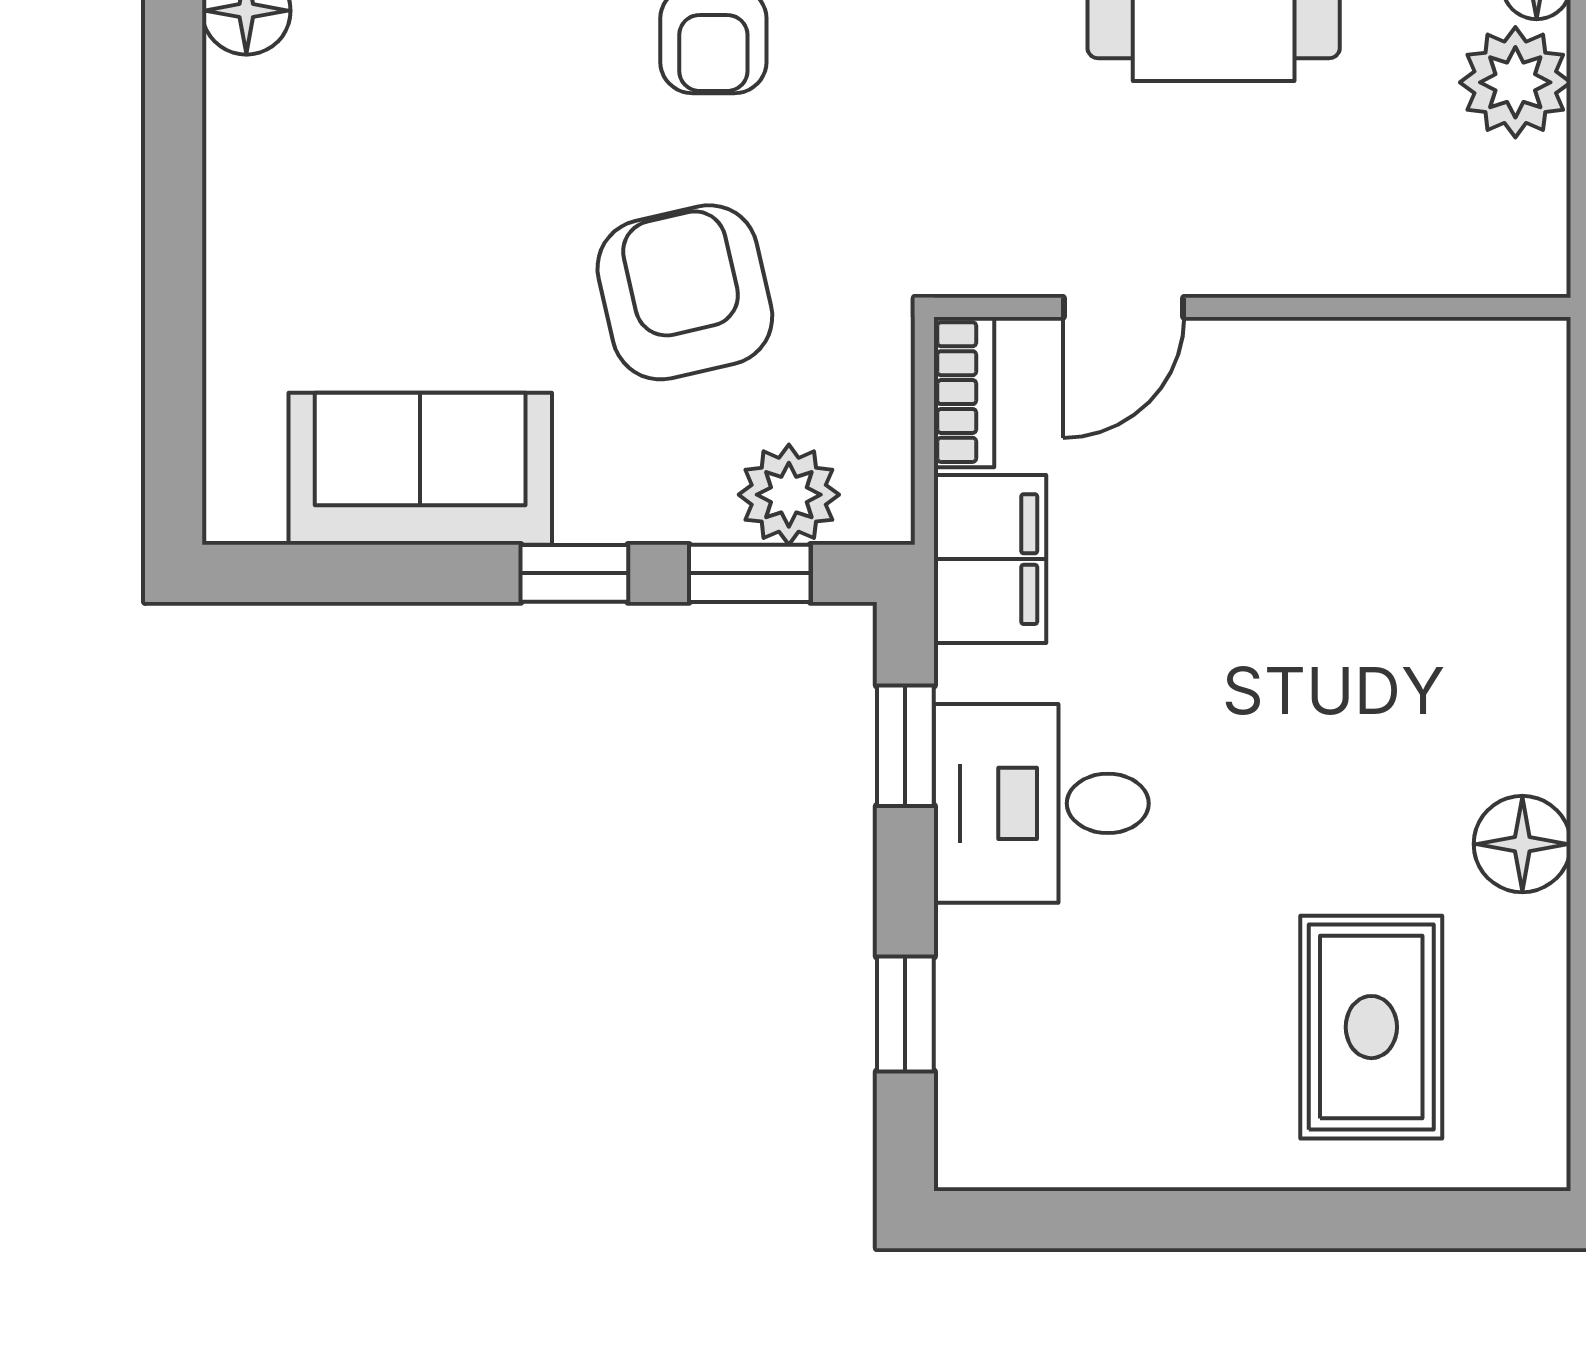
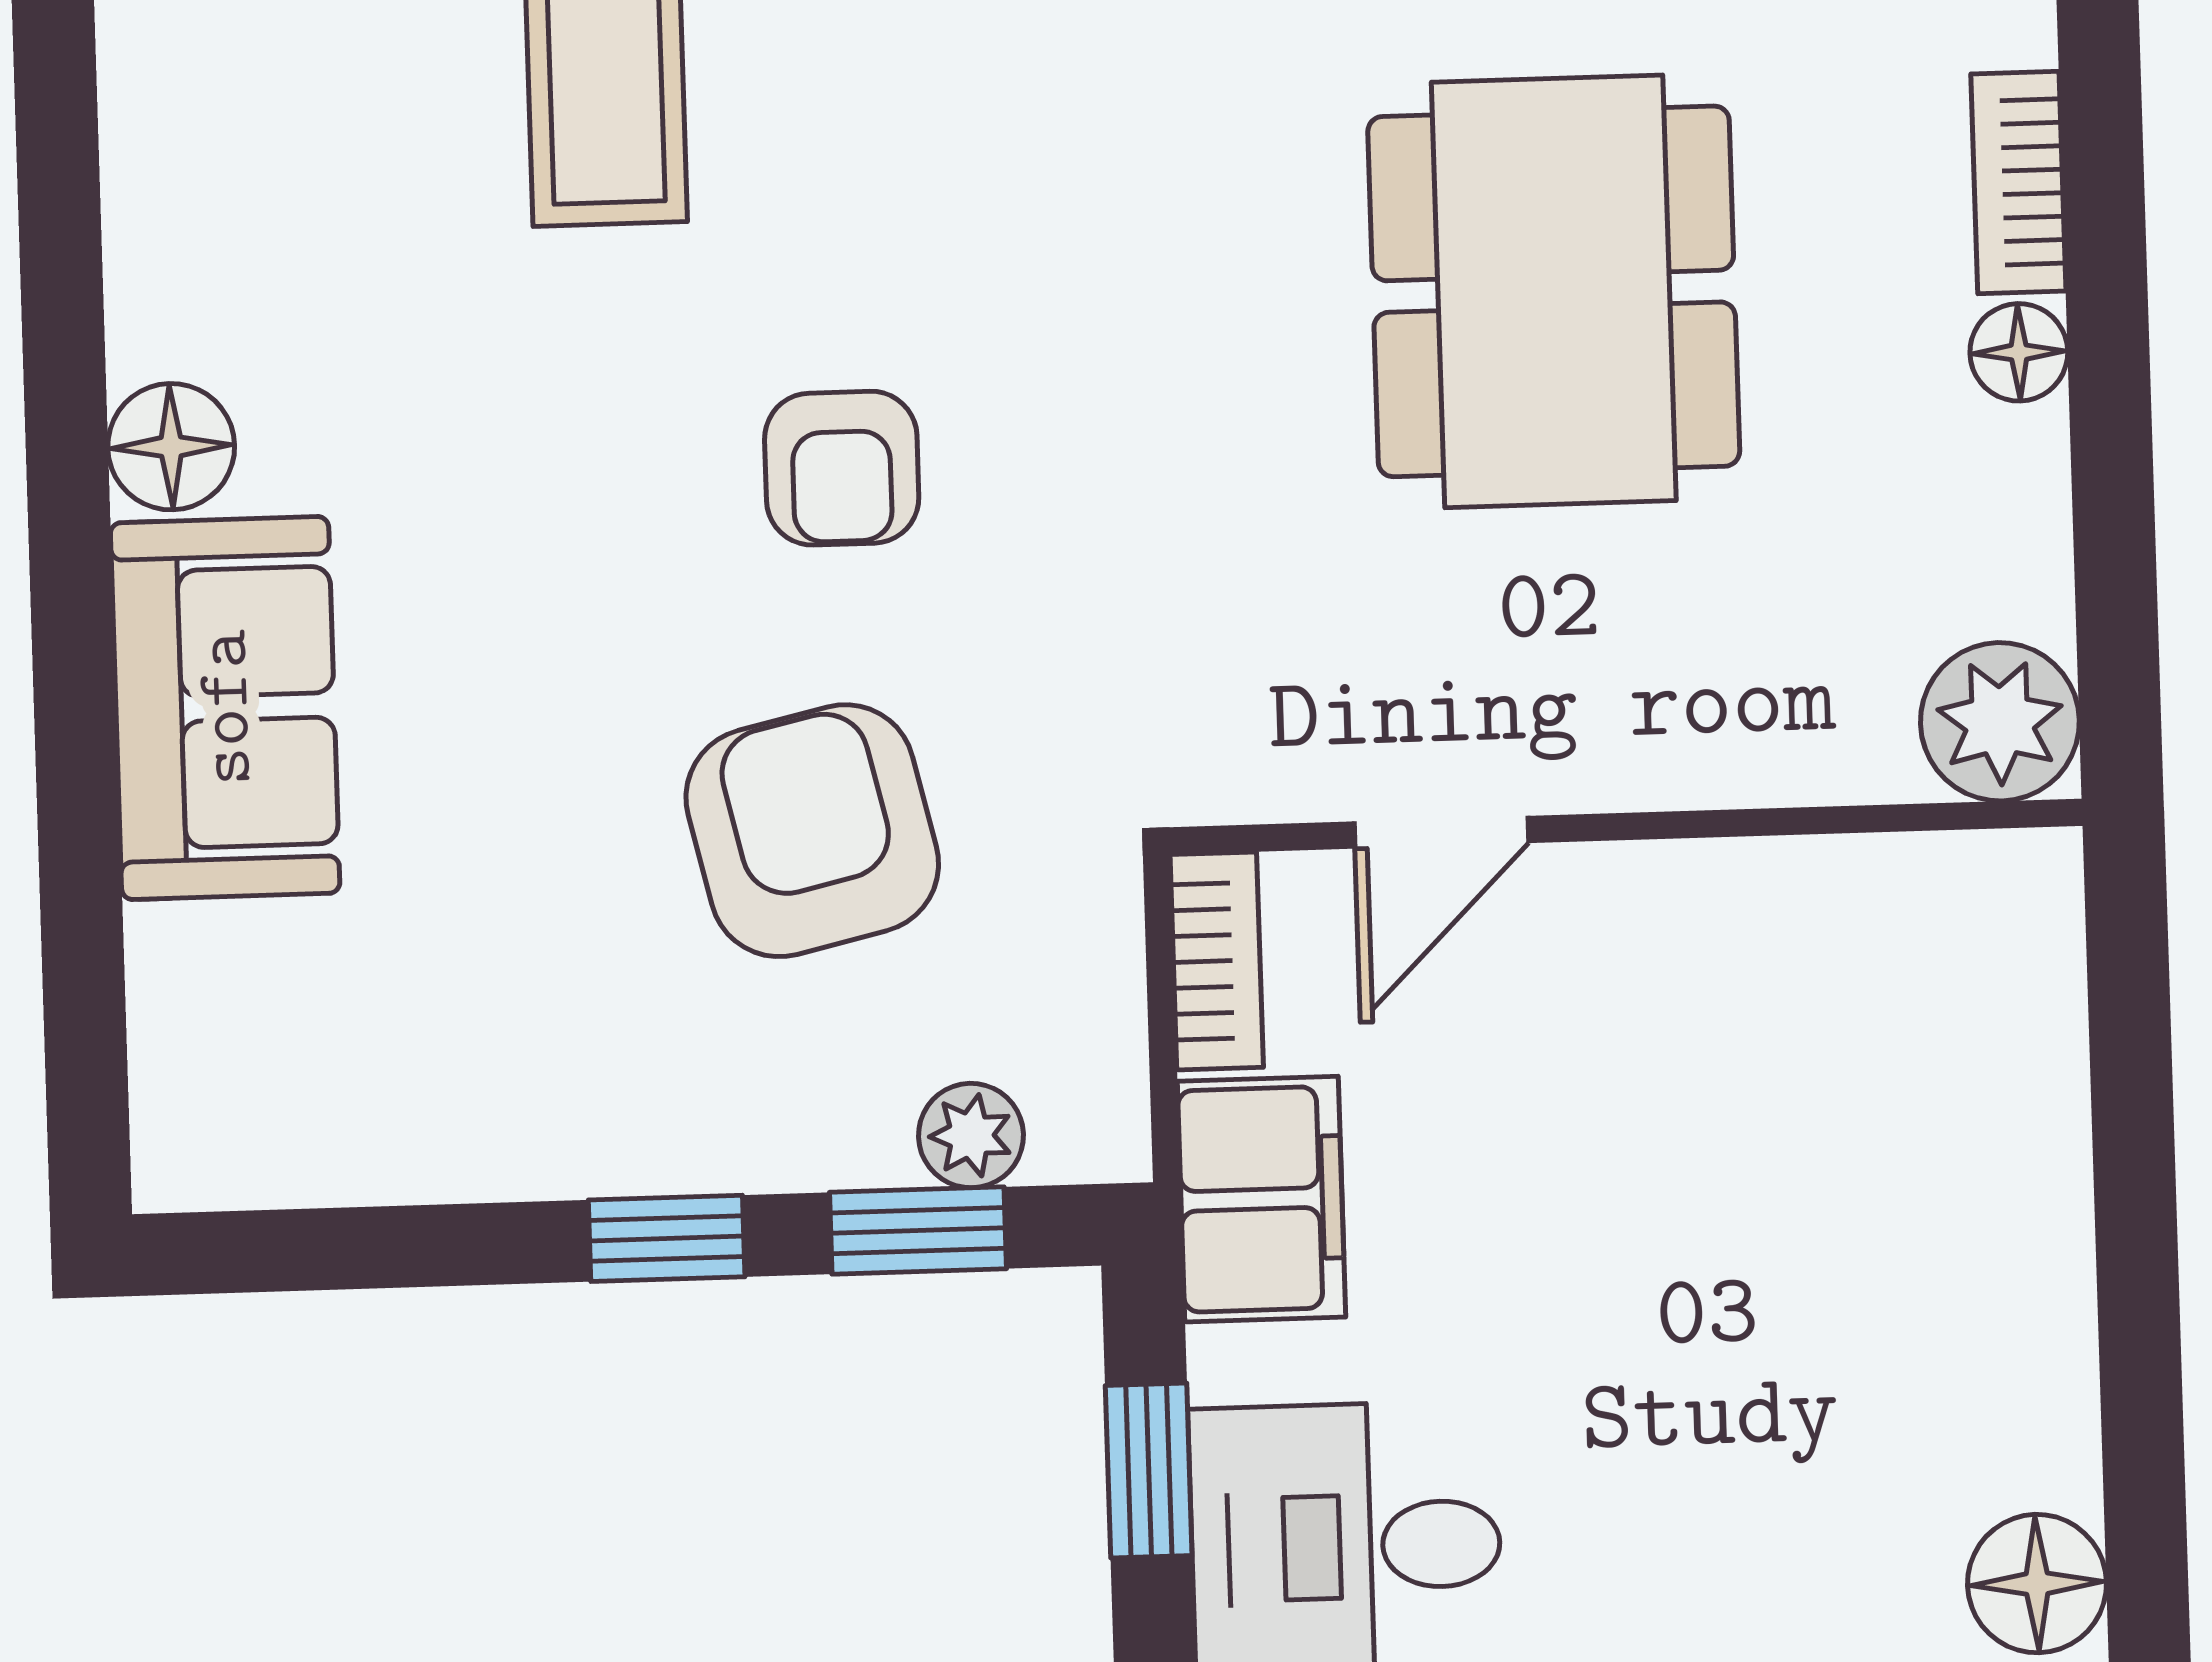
plant: (1515, 82) -> (2000, 722), moved
sofa: (420, 469) -> (225, 708), moved, turned 90
plant: (789, 495) -> (971, 1136), width x0.73, depth x0.73

